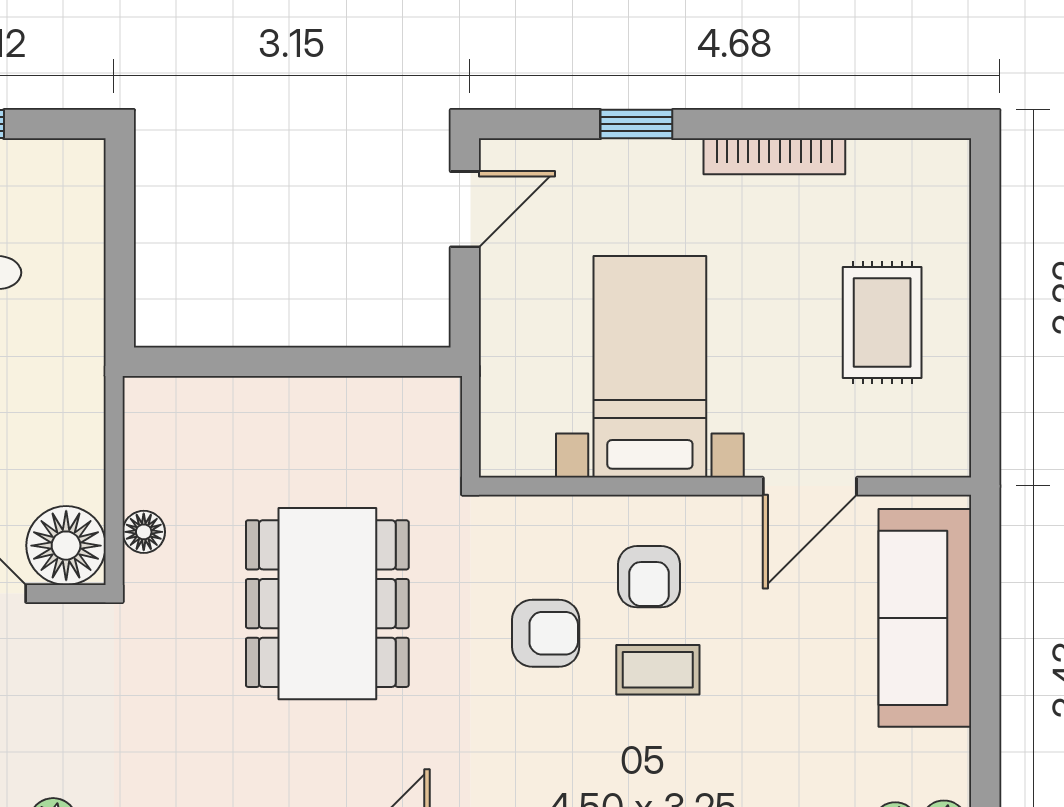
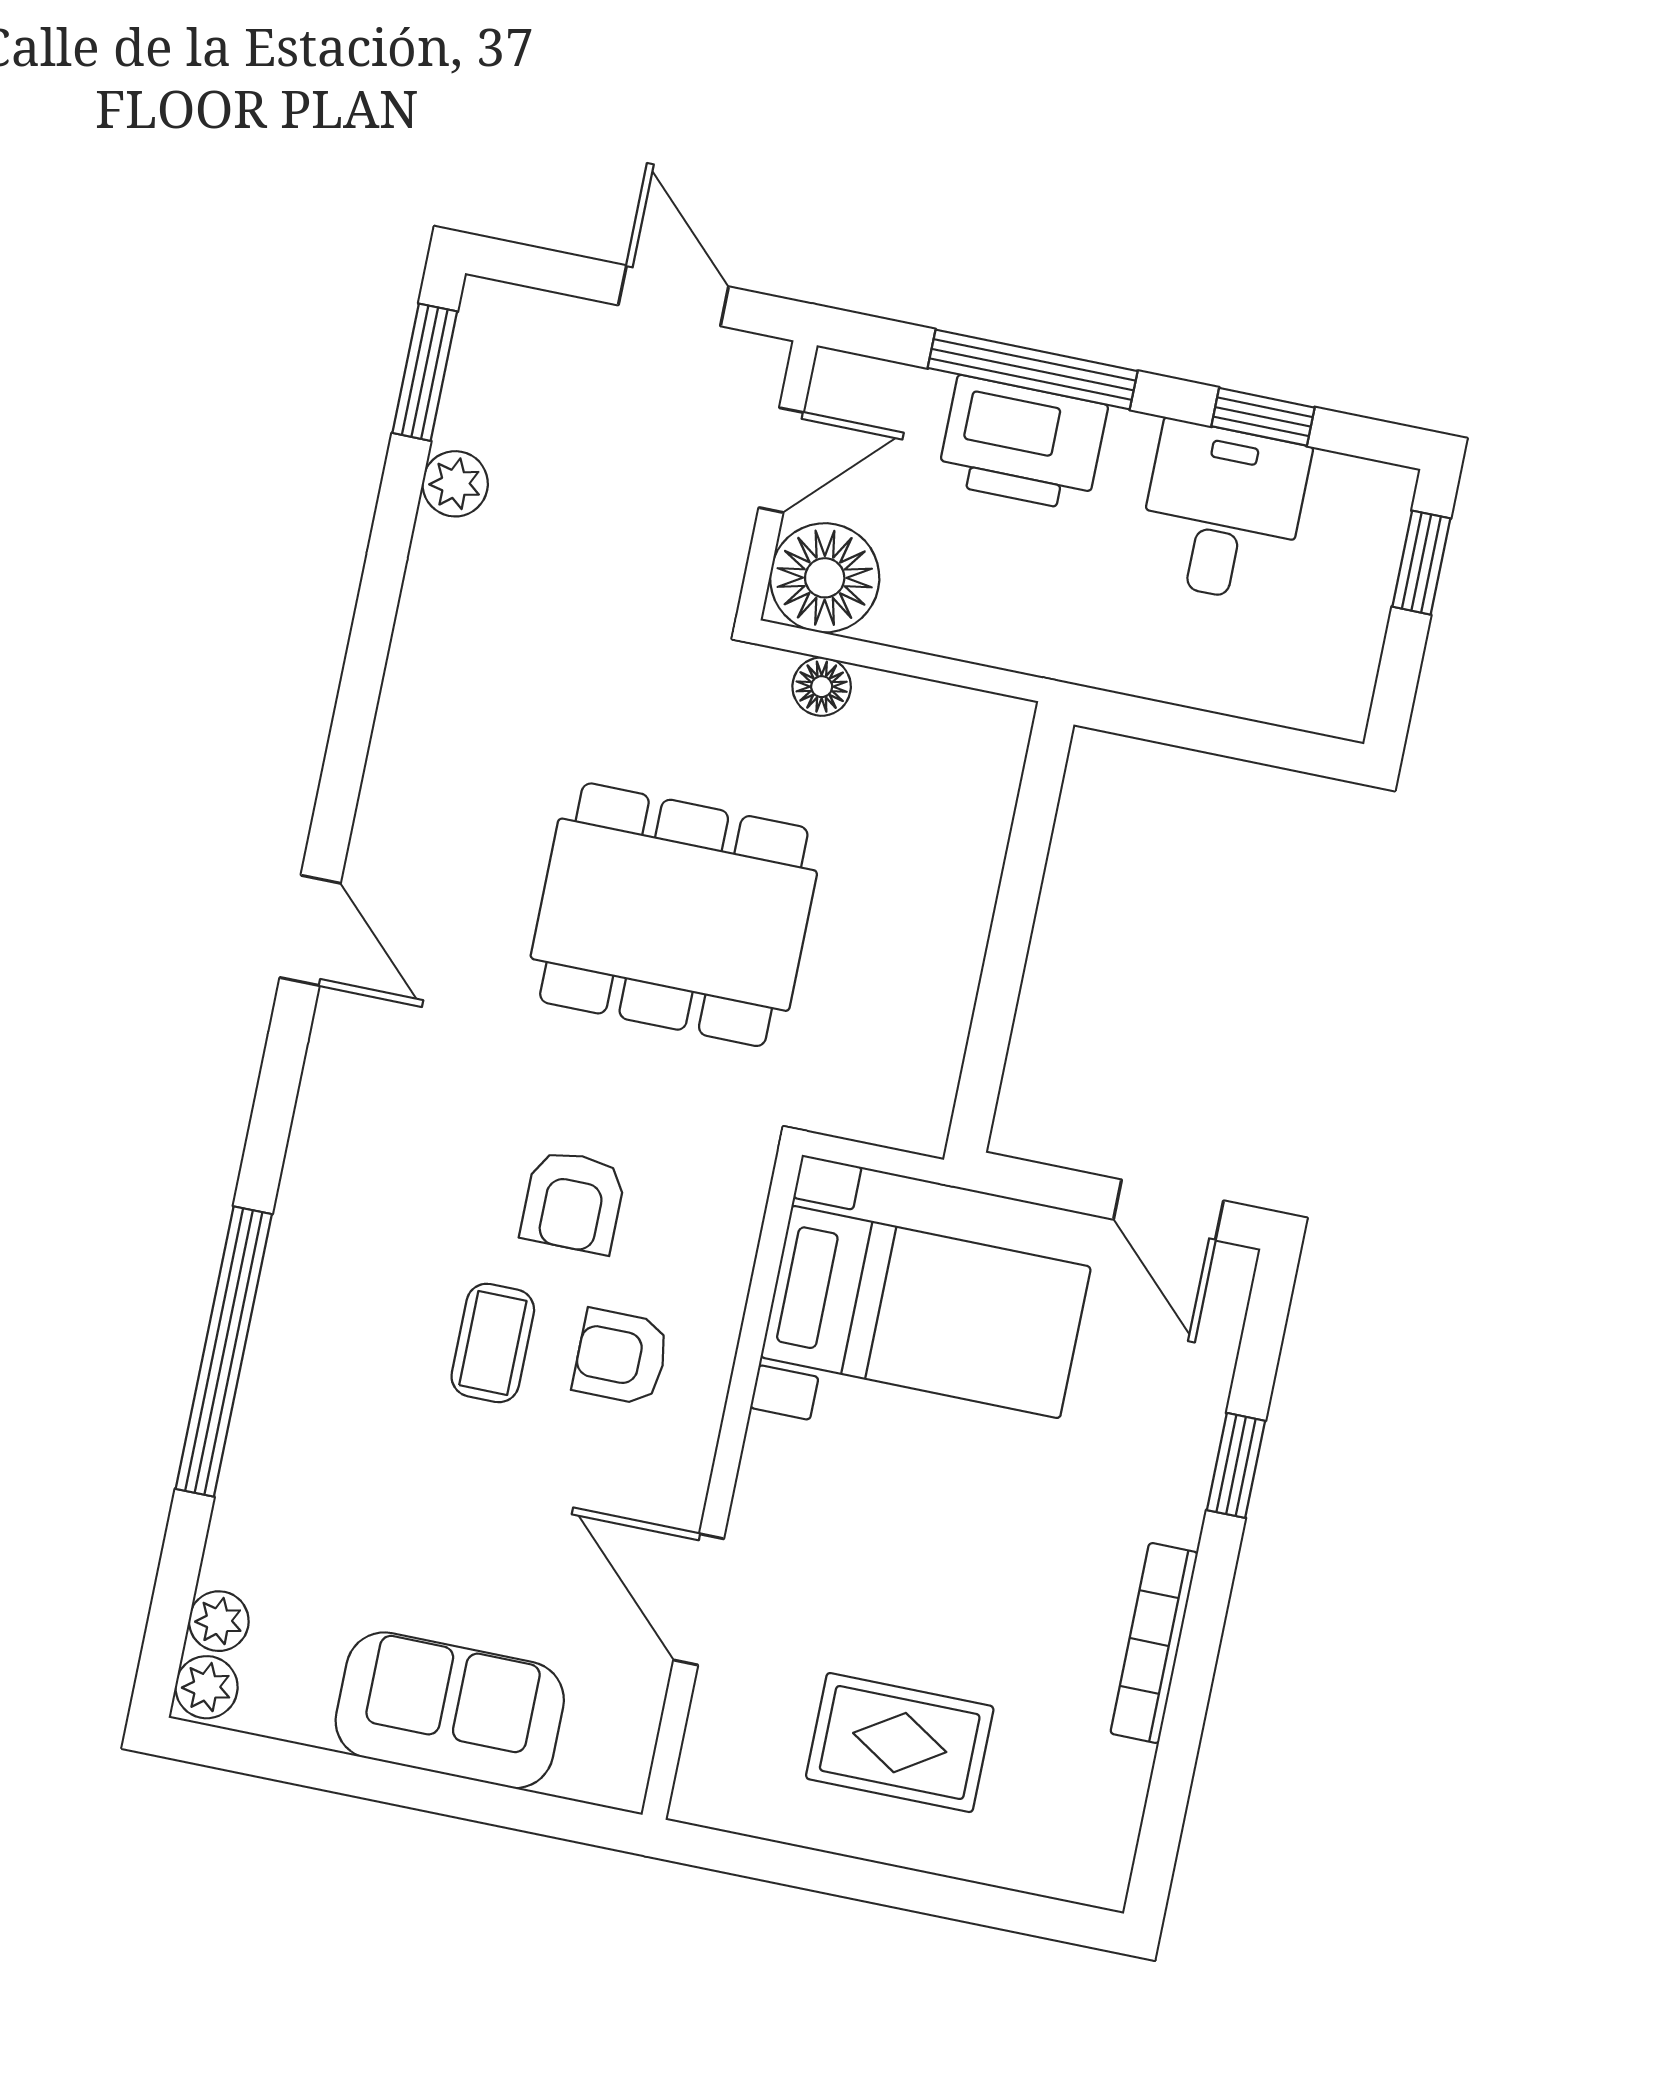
bed with nightstands: (650, 367) -> (926, 1312), moved
sofa: (925, 618) -> (450, 1710), width x0.73

